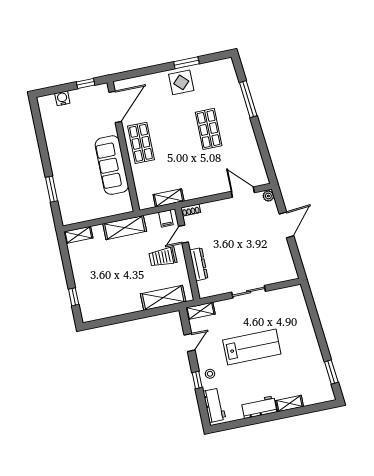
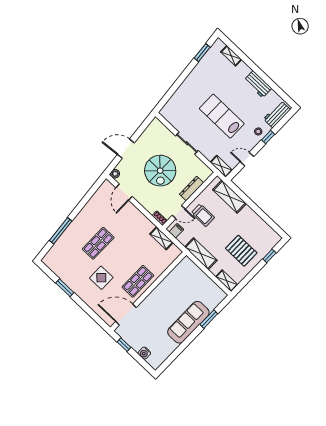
display table: (181, 82) -> (101, 278), moved
sofa: (112, 165) -> (188, 322), moved, turned 180
spiral stairs: (239, 245) -> (160, 171), added
pallet: (99, 271) -> (241, 251), added
shelving: (289, 404) -> (231, 56), moved

